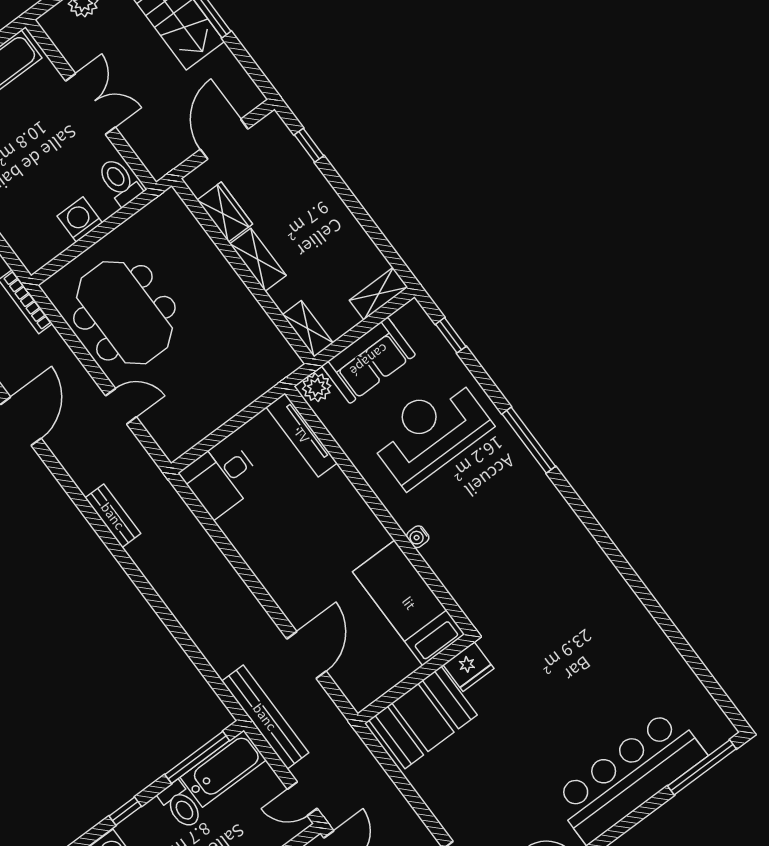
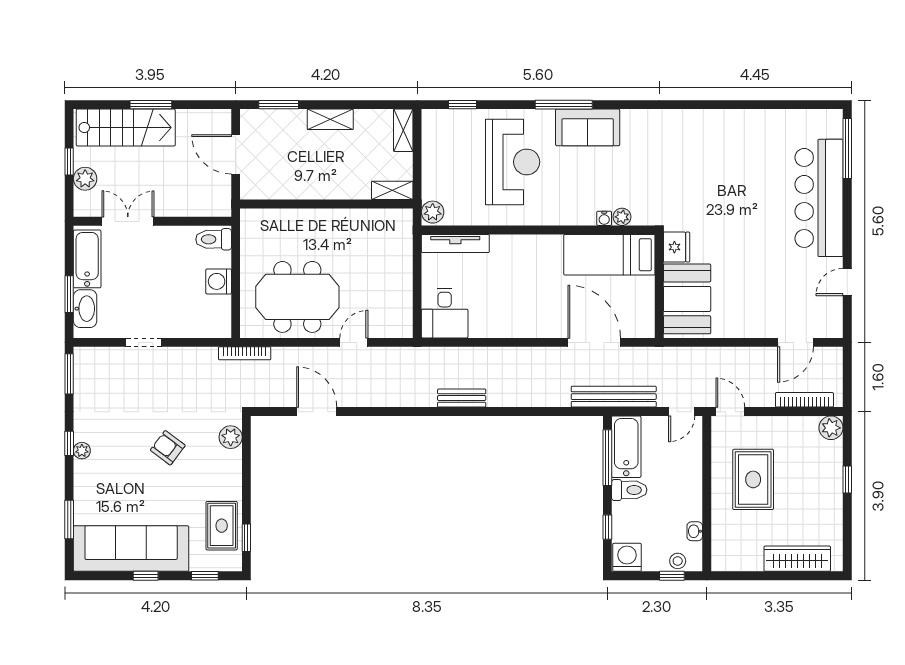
double door: (90, 104) -> (128, 221), moved
window: (309, 145) -> (279, 105), width x1.50
wardrobe: (225, 212) -> (281, 188), removed
shelving: (258, 260) -> (330, 119), moved
sofa: (369, 360) -> (588, 127), moved, turned 90
reception desk: (430, 431) -> (513, 162), turned 180
bench: (113, 516) -> (462, 398), moved
water cooler: (418, 537) -> (604, 218), moved
plant: (458, 587) -> (622, 217), added
door: (306, 655) -> (594, 342), width x1.36

